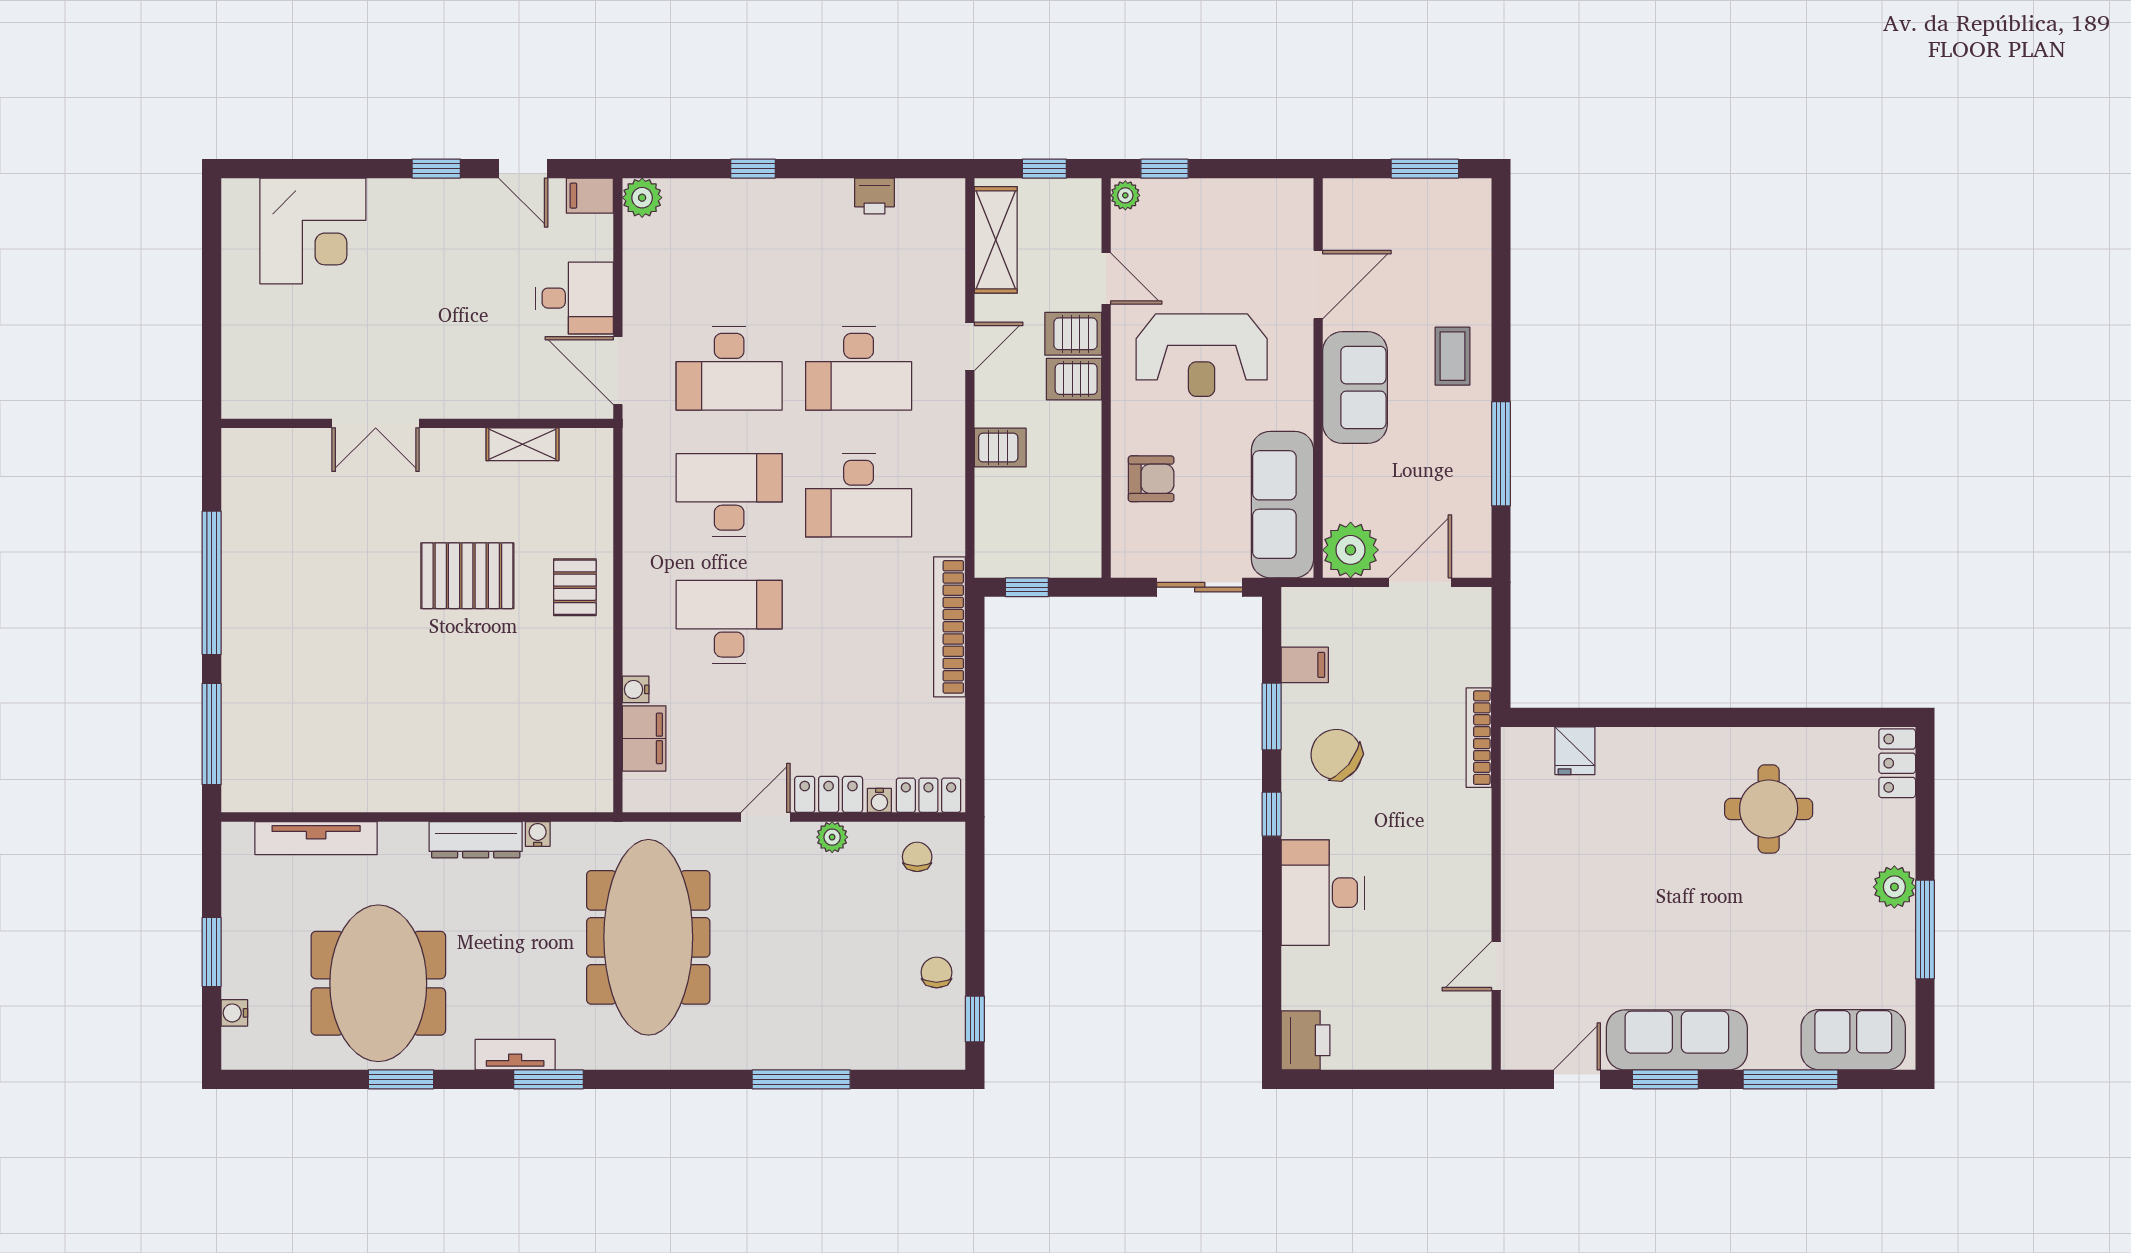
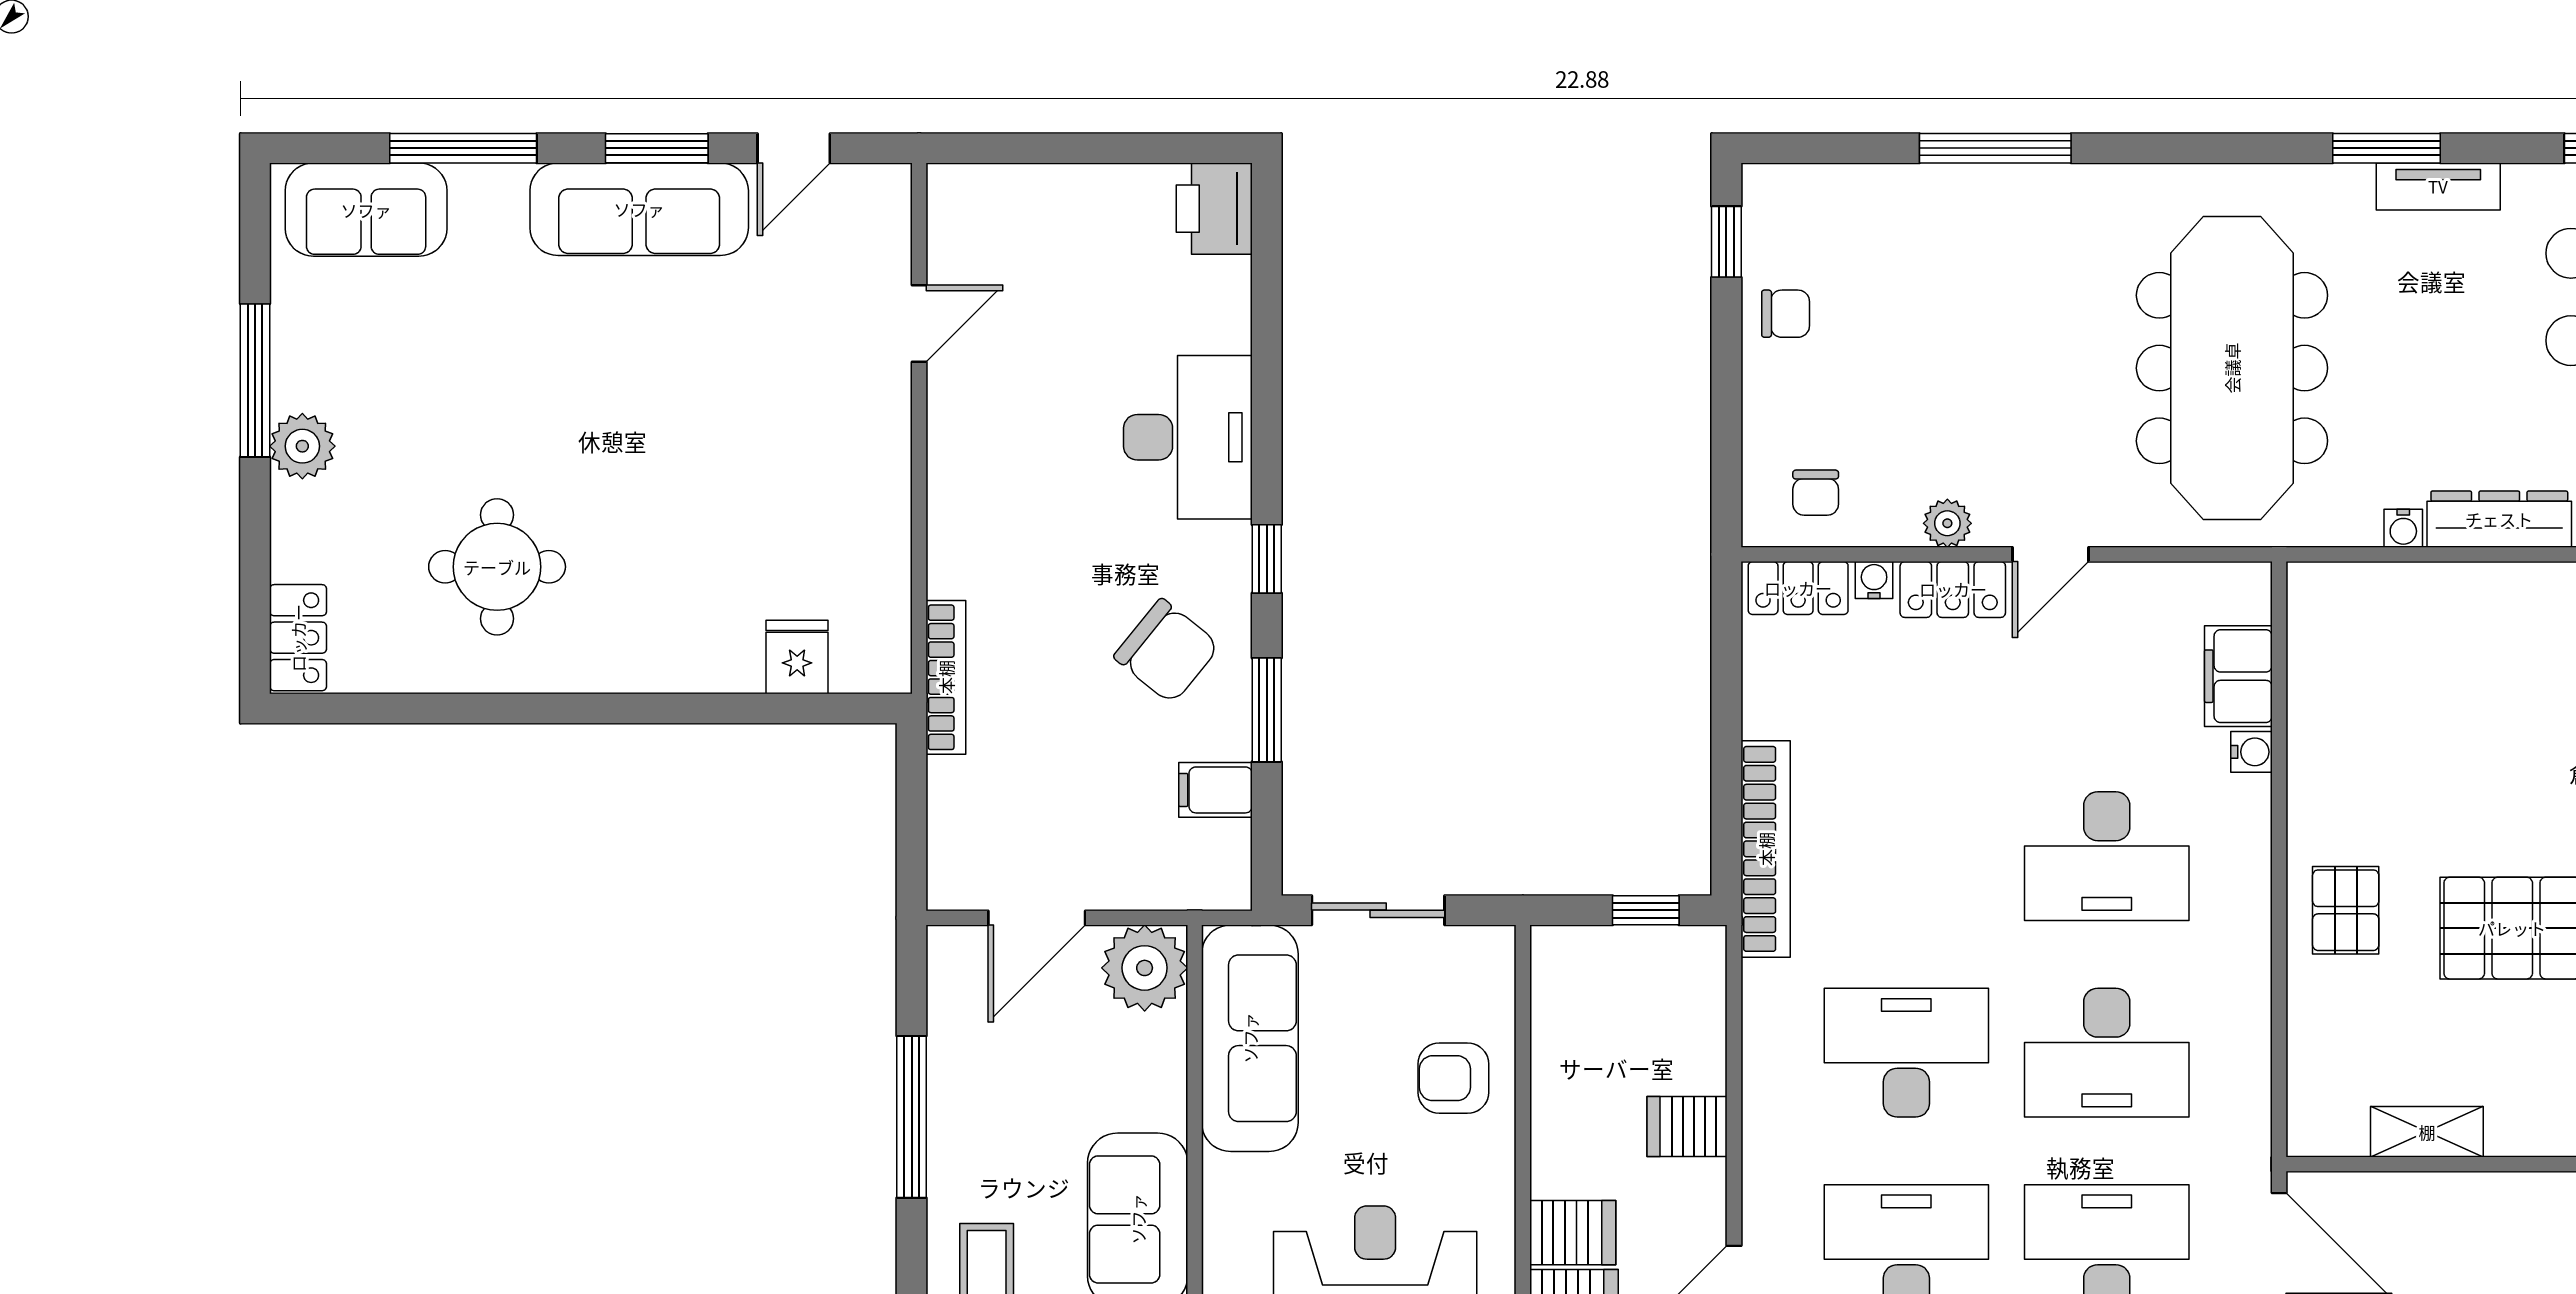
chair: (937, 972) -> (1786, 314), turned -90

